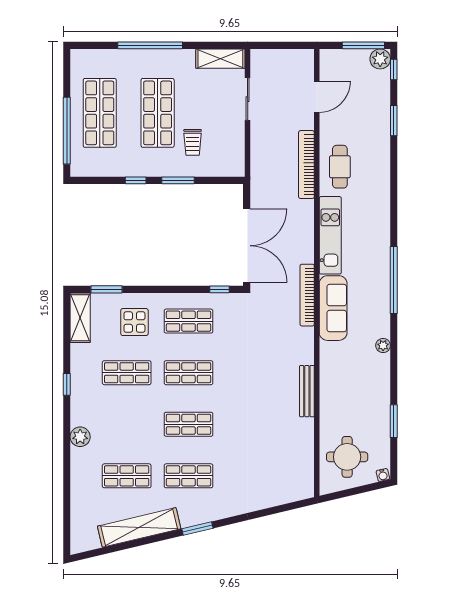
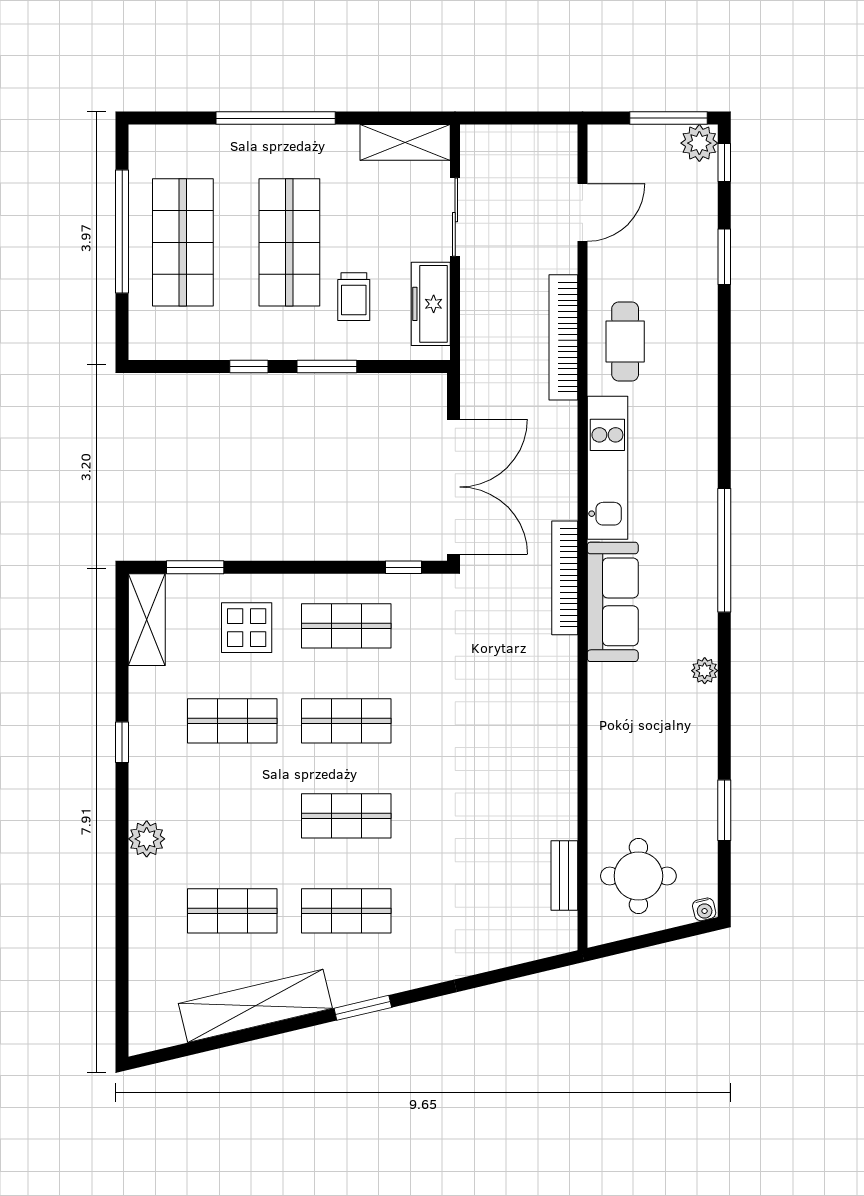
window: (67, 131) -> (122, 232), moved
freezer: (234, 146) -> (431, 304), added
bench: (307, 391) -> (564, 875), moved, width x0.73

